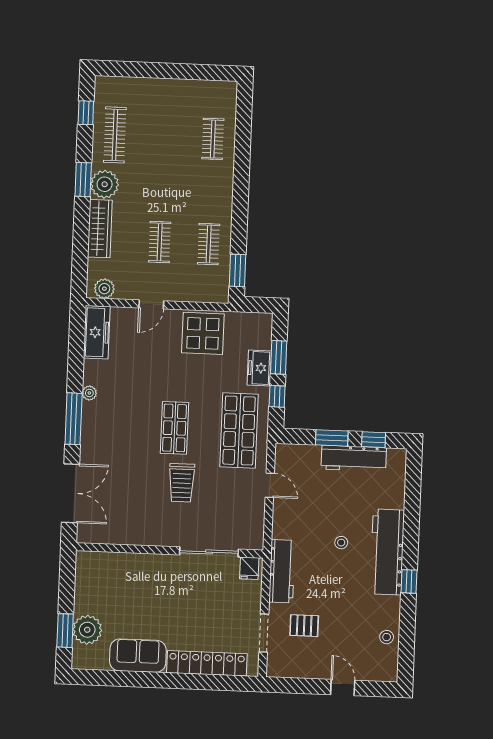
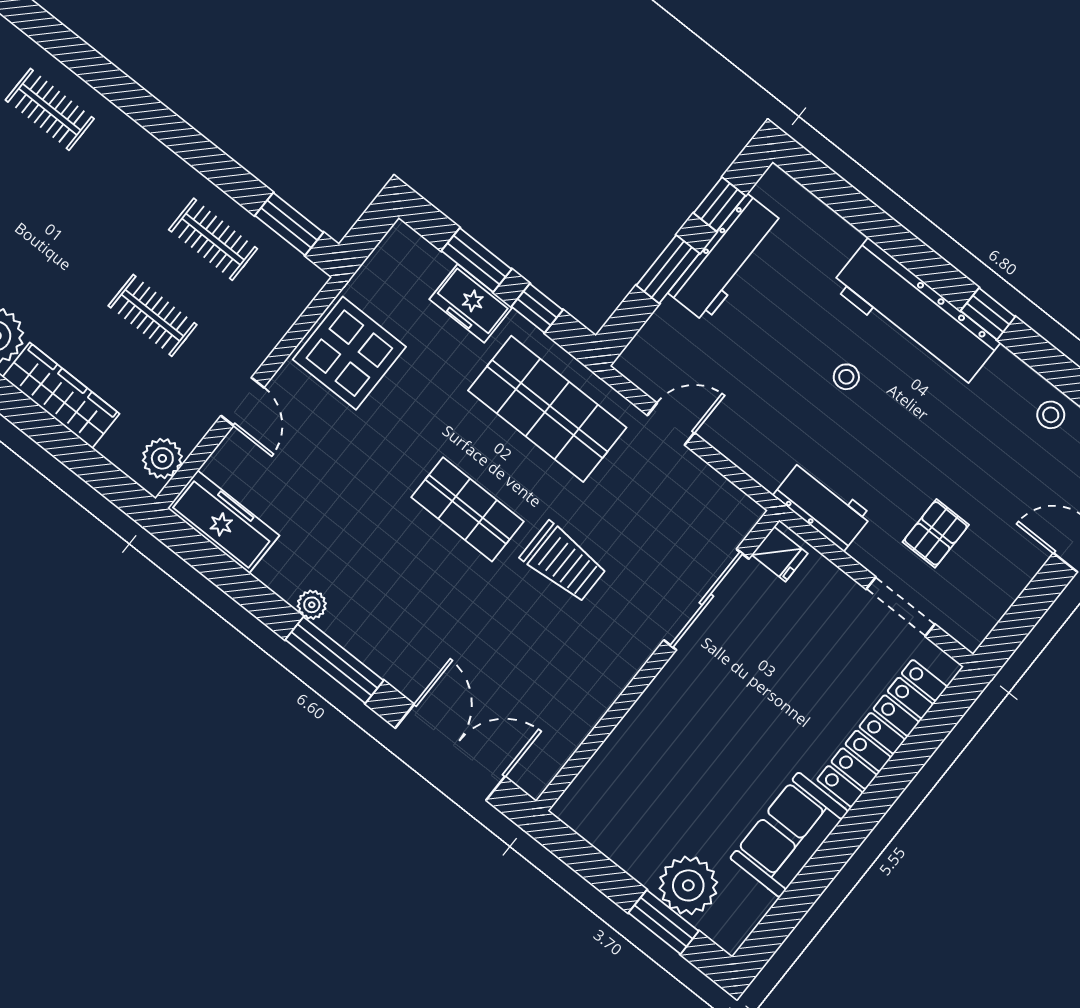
workbench: (282, 571) -> (823, 505), width x0.73

